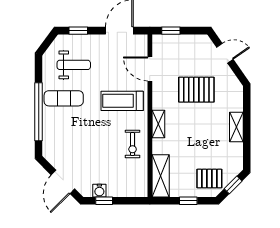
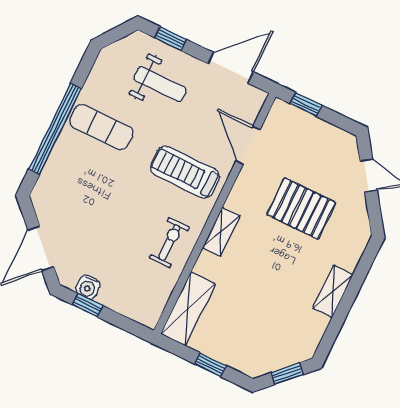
weight bench: (74, 65) -> (160, 84), moved
exercise bike: (133, 144) -> (169, 243), turned 180
pallet: (209, 179) -> (257, 348), removed

